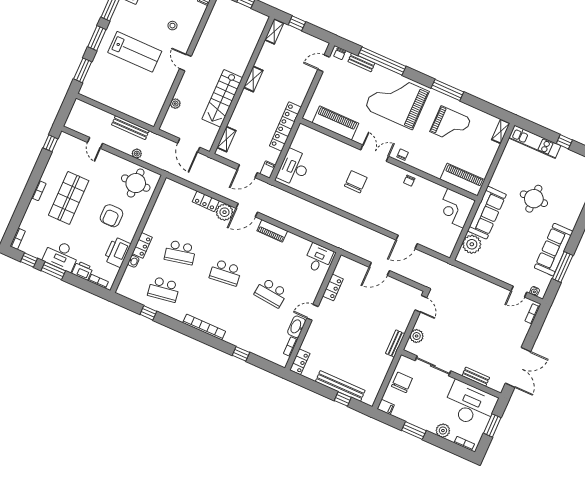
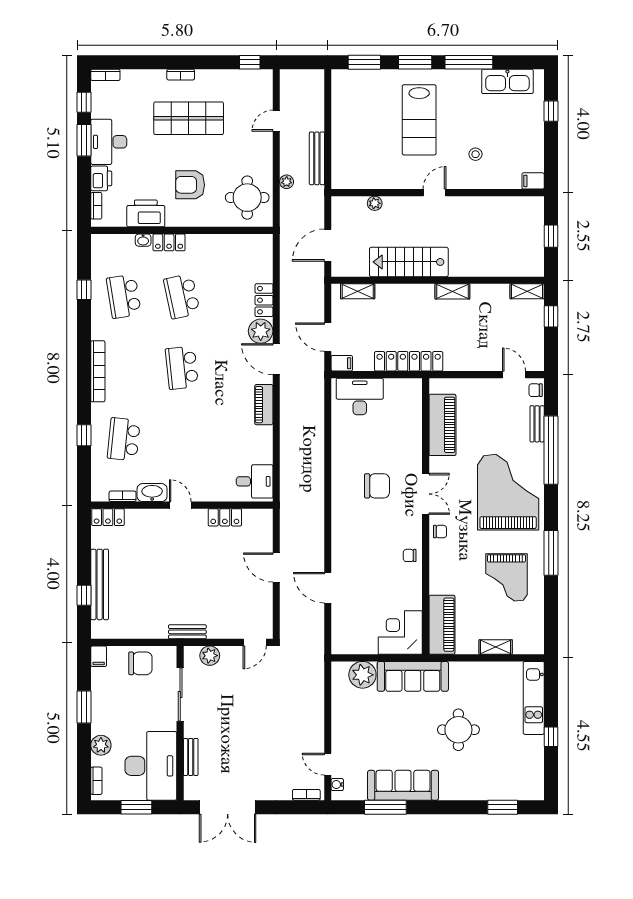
shelving: (501, 131) -> (496, 647), moved
school desk: (271, 293) -> (124, 439), moved

